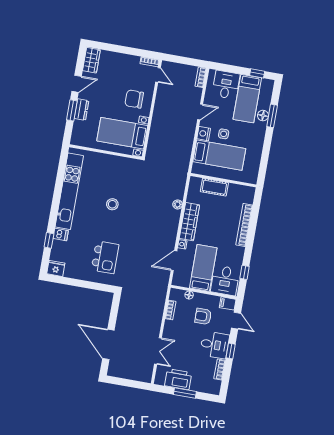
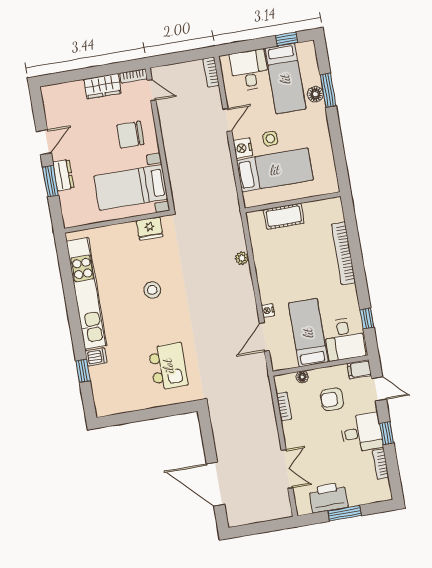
wardrobe: (91, 60) -> (103, 86), moved, turned 90
wardrobe: (189, 222) -> (267, 276), removed
fridge: (56, 268) -> (150, 228), moved, turned 180

